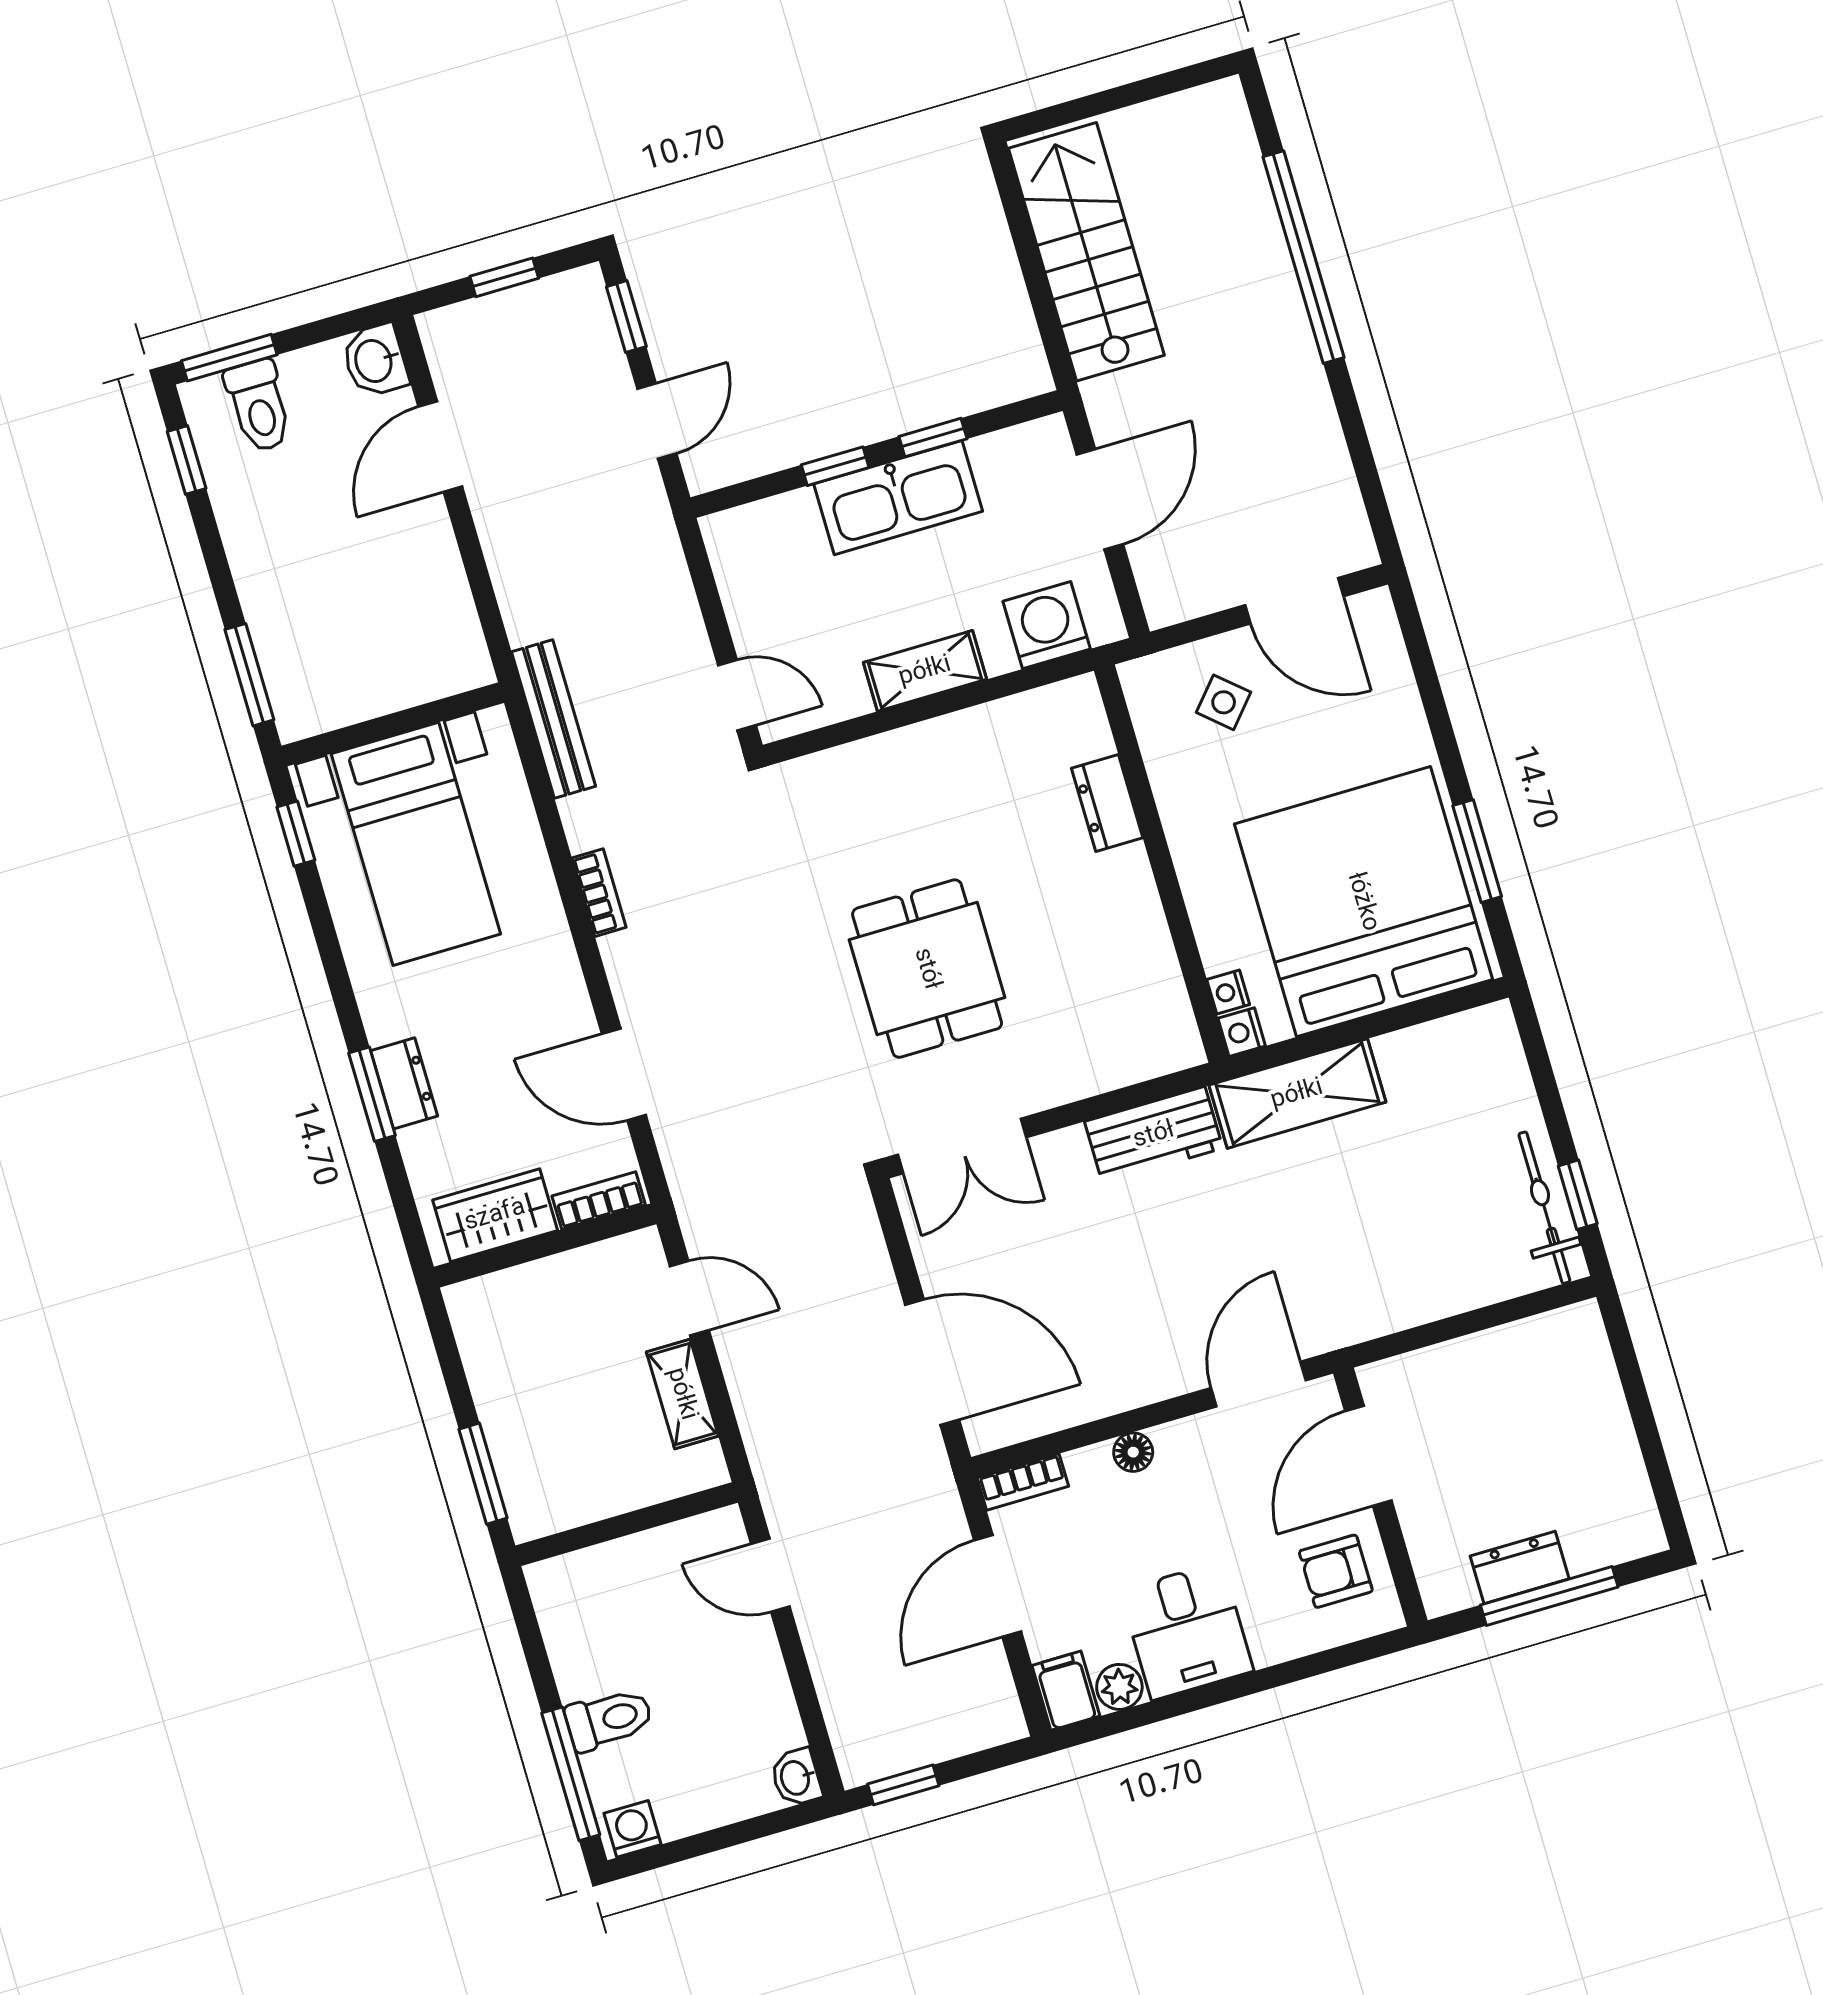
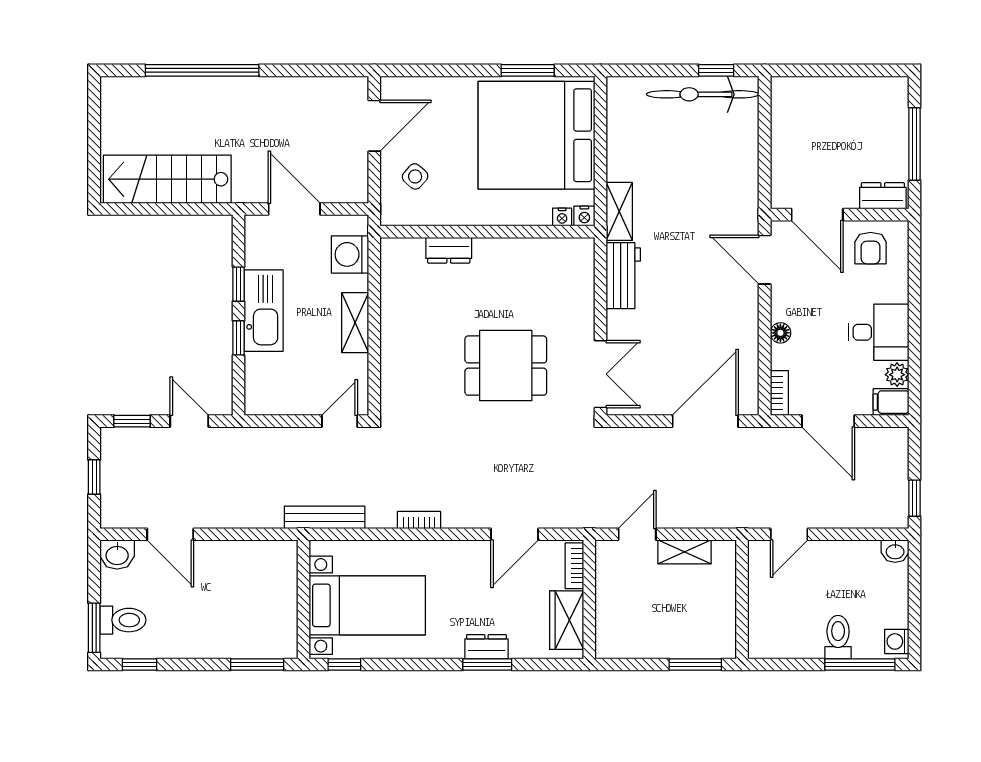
shelving: (1297, 1094) -> (619, 211), width x0.67, depth x0.75
bicycle: (1544, 1208) -> (703, 94), width x1.37, depth x1.40
dresser: (1520, 1567) -> (883, 196), moved, turned 90

